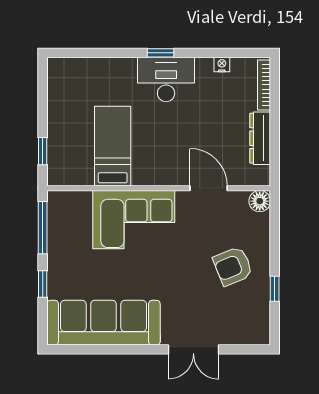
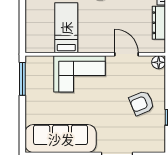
window: (43, 151) -> (22, 31), removed
window: (43, 284) -> (22, 114), removed

